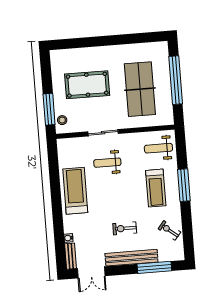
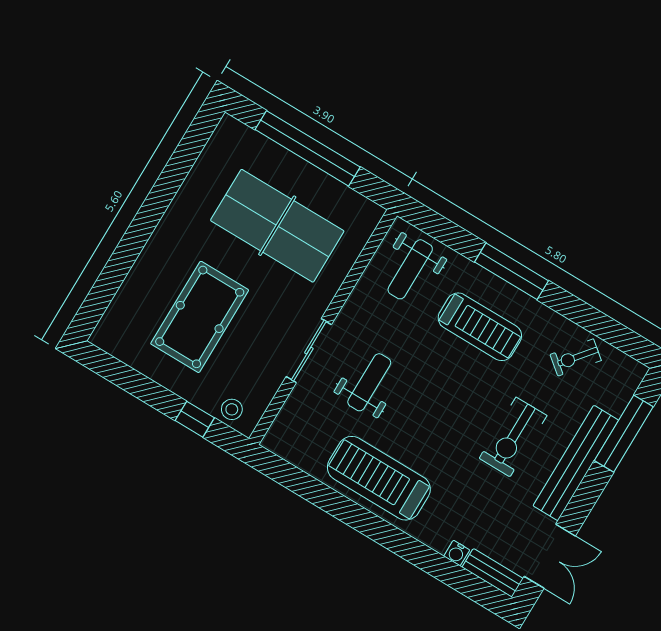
window: (49, 109) -> (195, 419), width x0.46
weight bench: (107, 163) -> (369, 382), turned 180
exercise bike: (125, 228) -> (513, 437), width x1.38, depth x1.39

